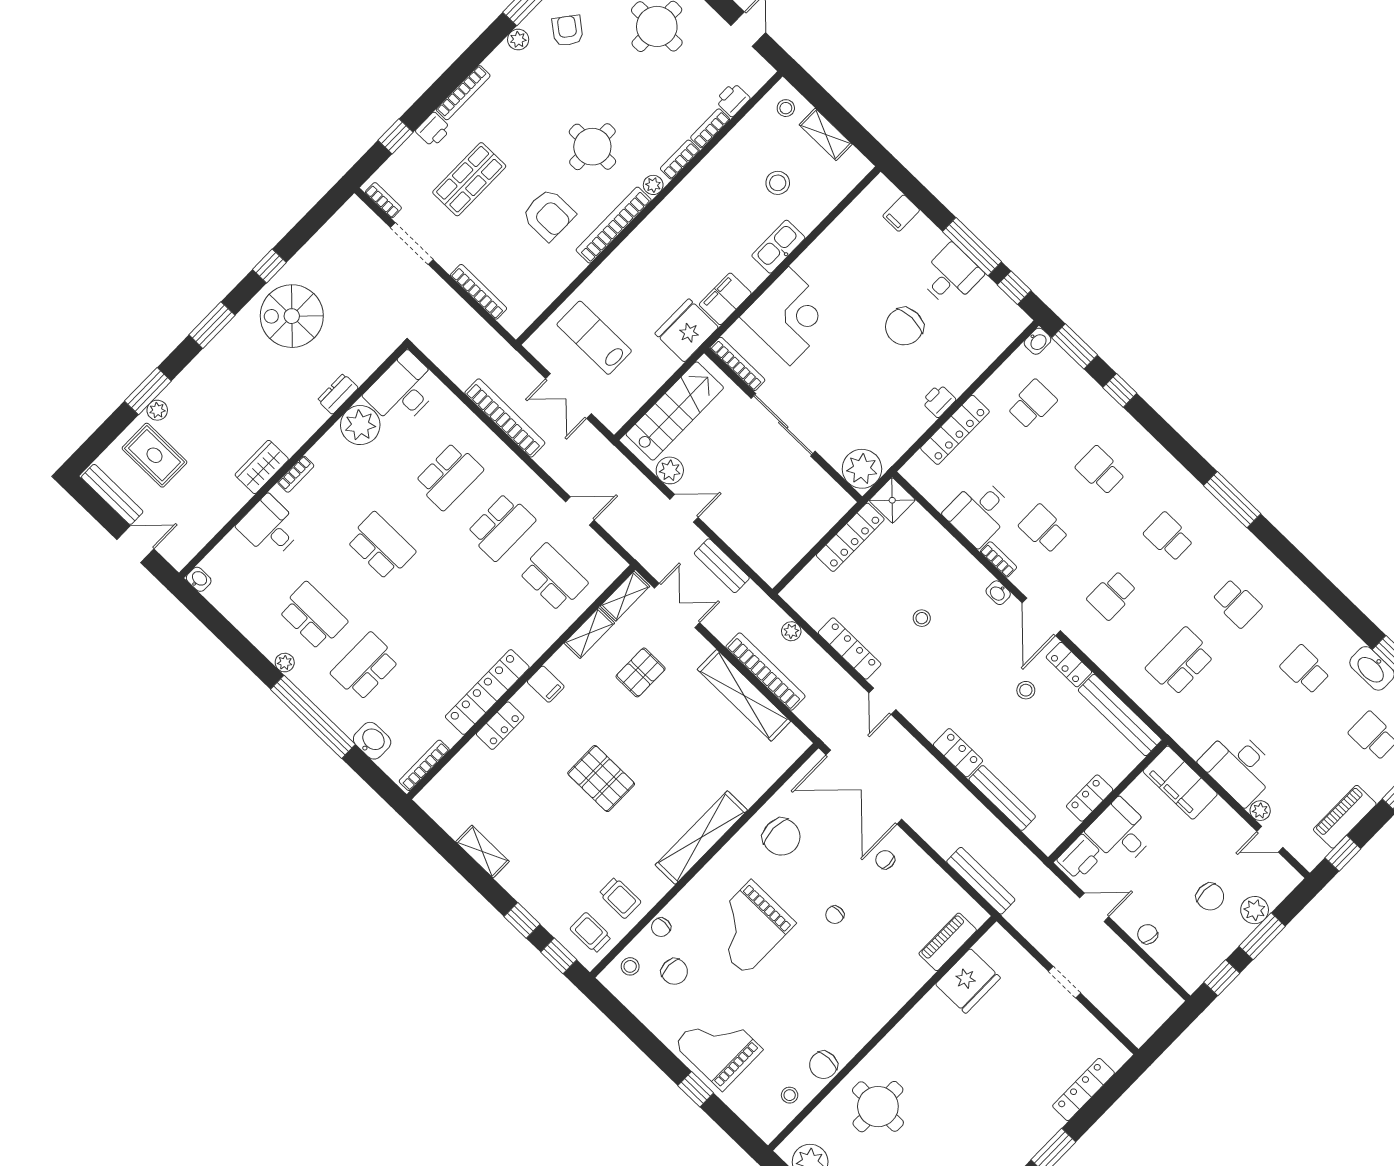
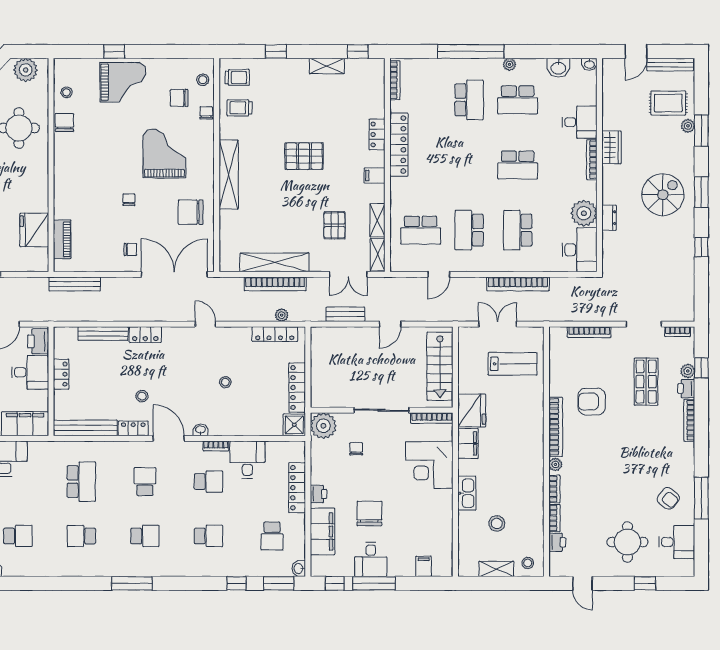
plant: (518, 40) -> (688, 371), moved
round table: (592, 147) -> (602, 455), removed
spiral stairs: (292, 316) -> (663, 195), moved
filing cabinet: (973, 356) -> (322, 531), added
chair: (851, 410) -> (356, 449), added
plant: (670, 470) -> (415, 336), removed
bookcase: (296, 474) -> (592, 160), width x1.56
locker: (850, 648) -> (275, 334), moved
washbasin: (372, 741) -> (558, 68), moved
window: (559, 956) -> (358, 51), moved

